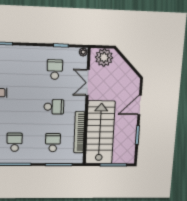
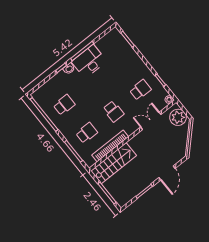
door: (140, 105) -> (167, 173), swing flipped
stairs: (100, 133) -> (114, 163), width x0.73, depth x0.66

